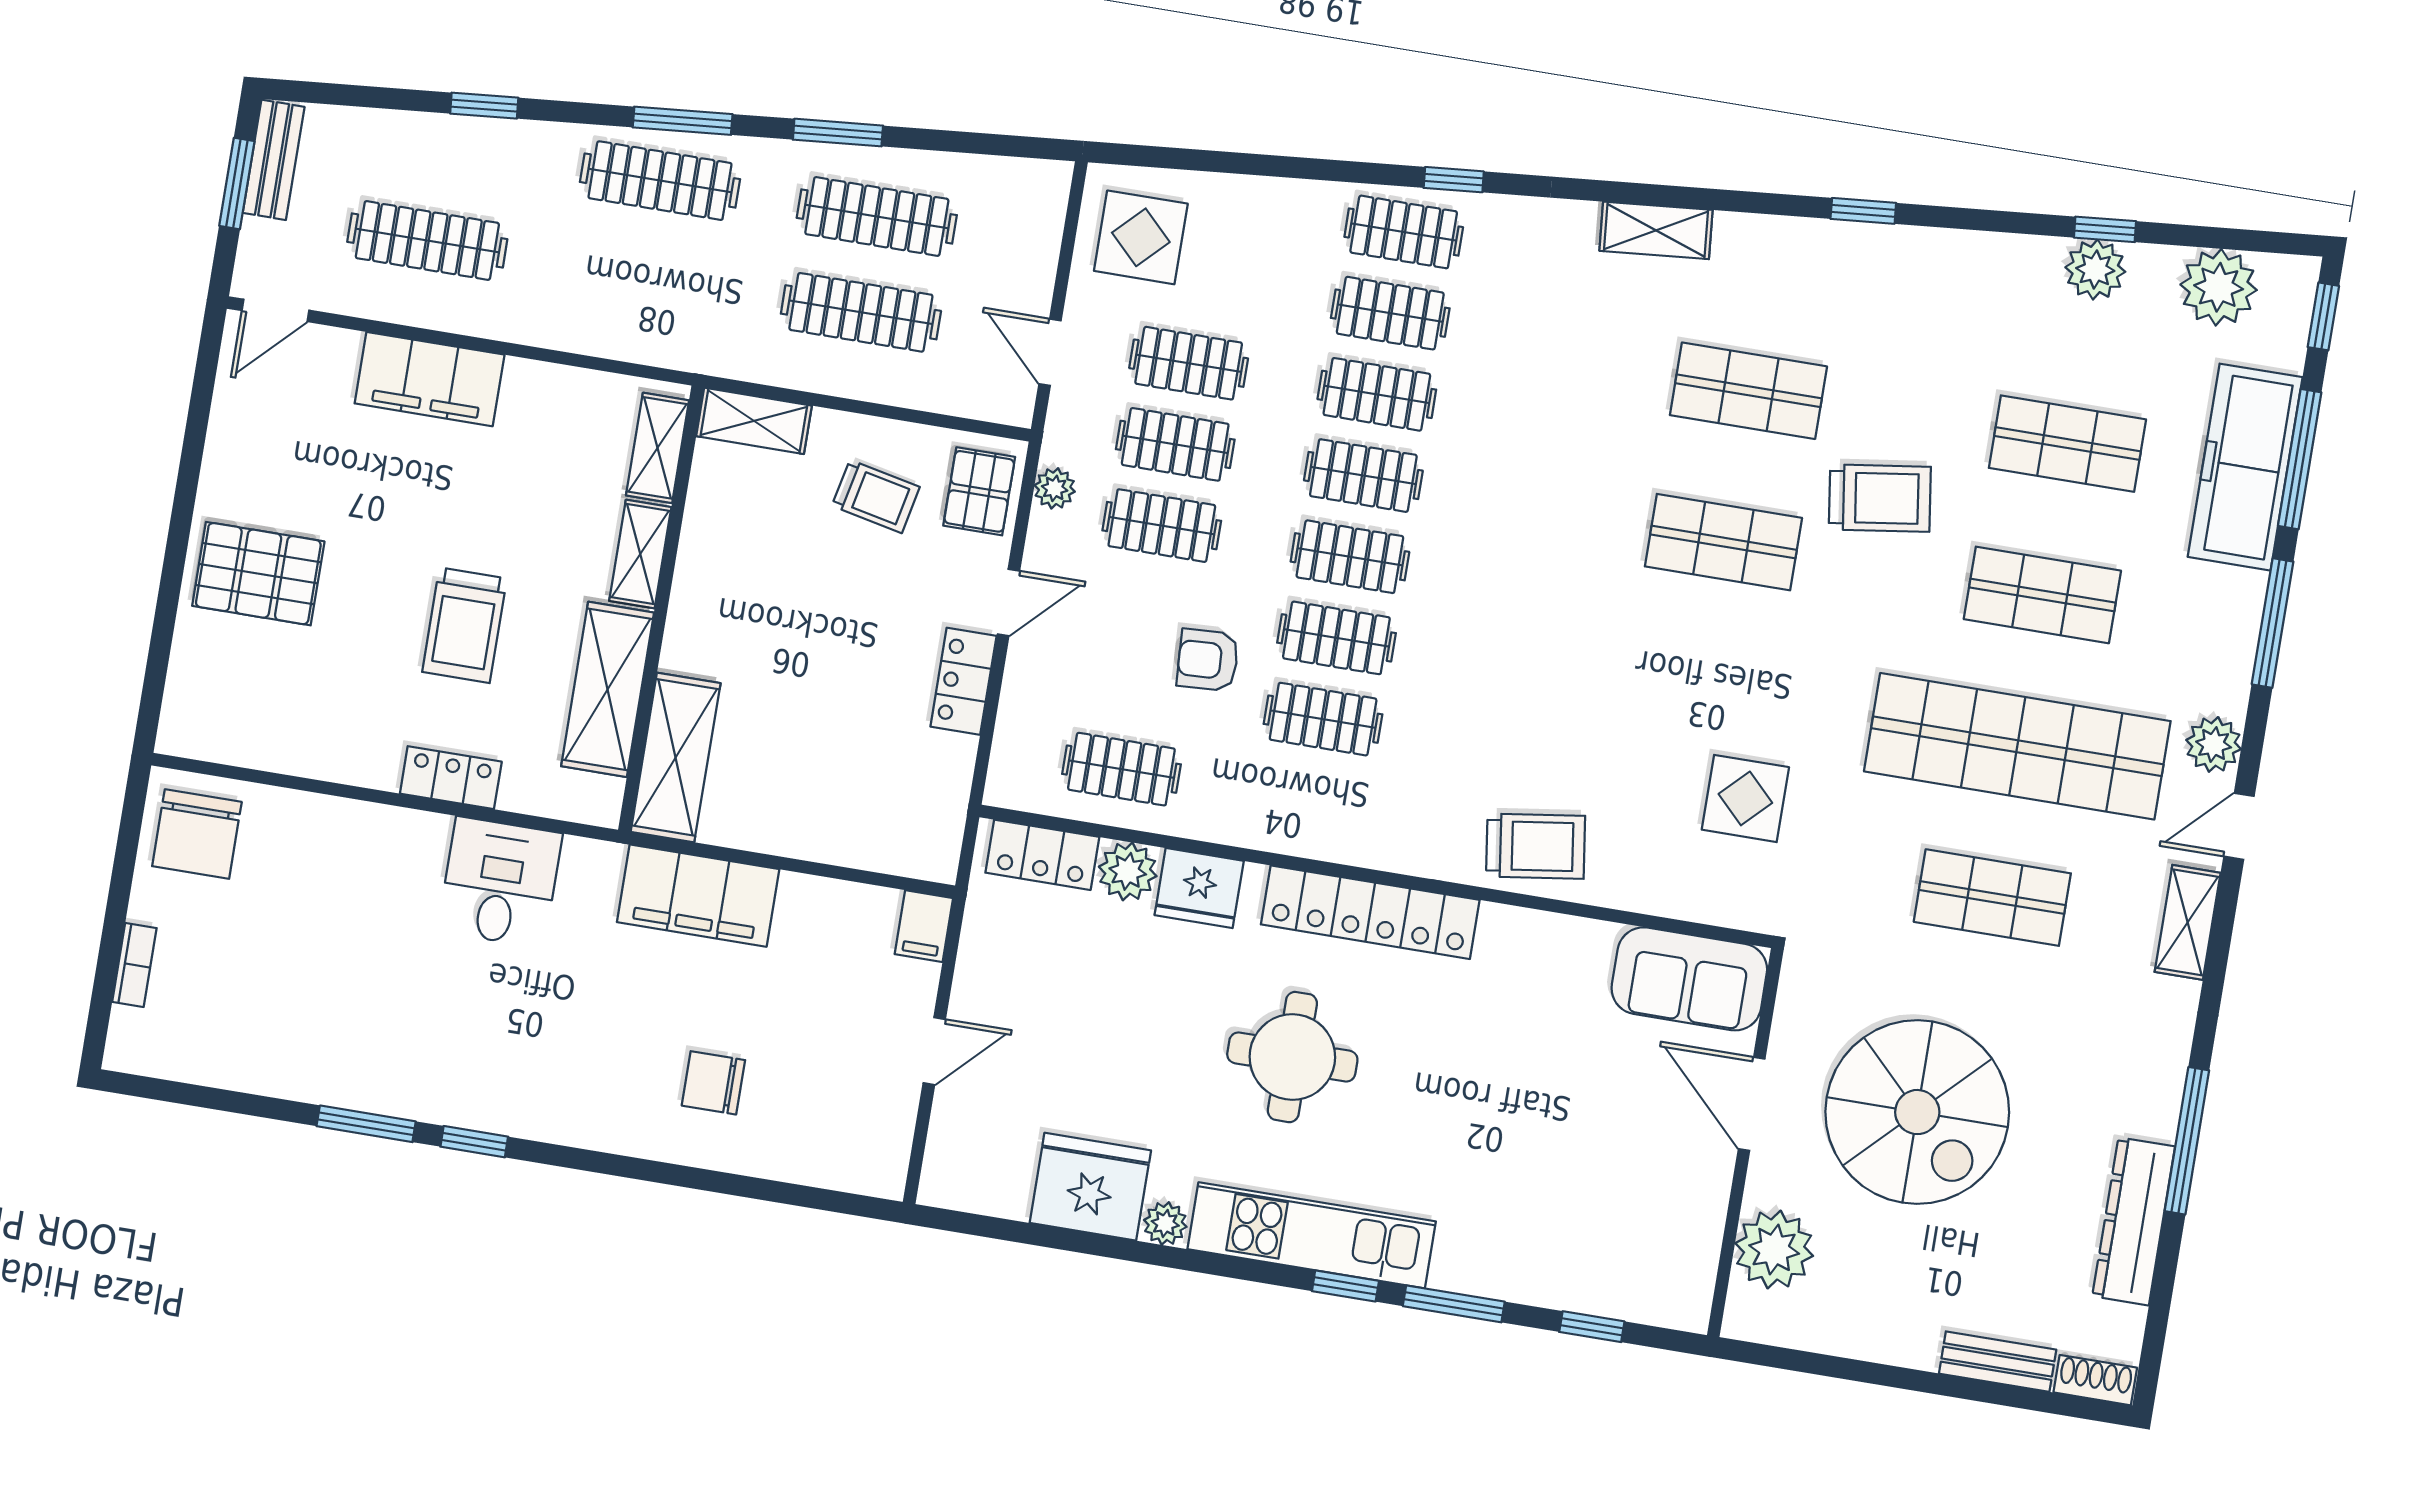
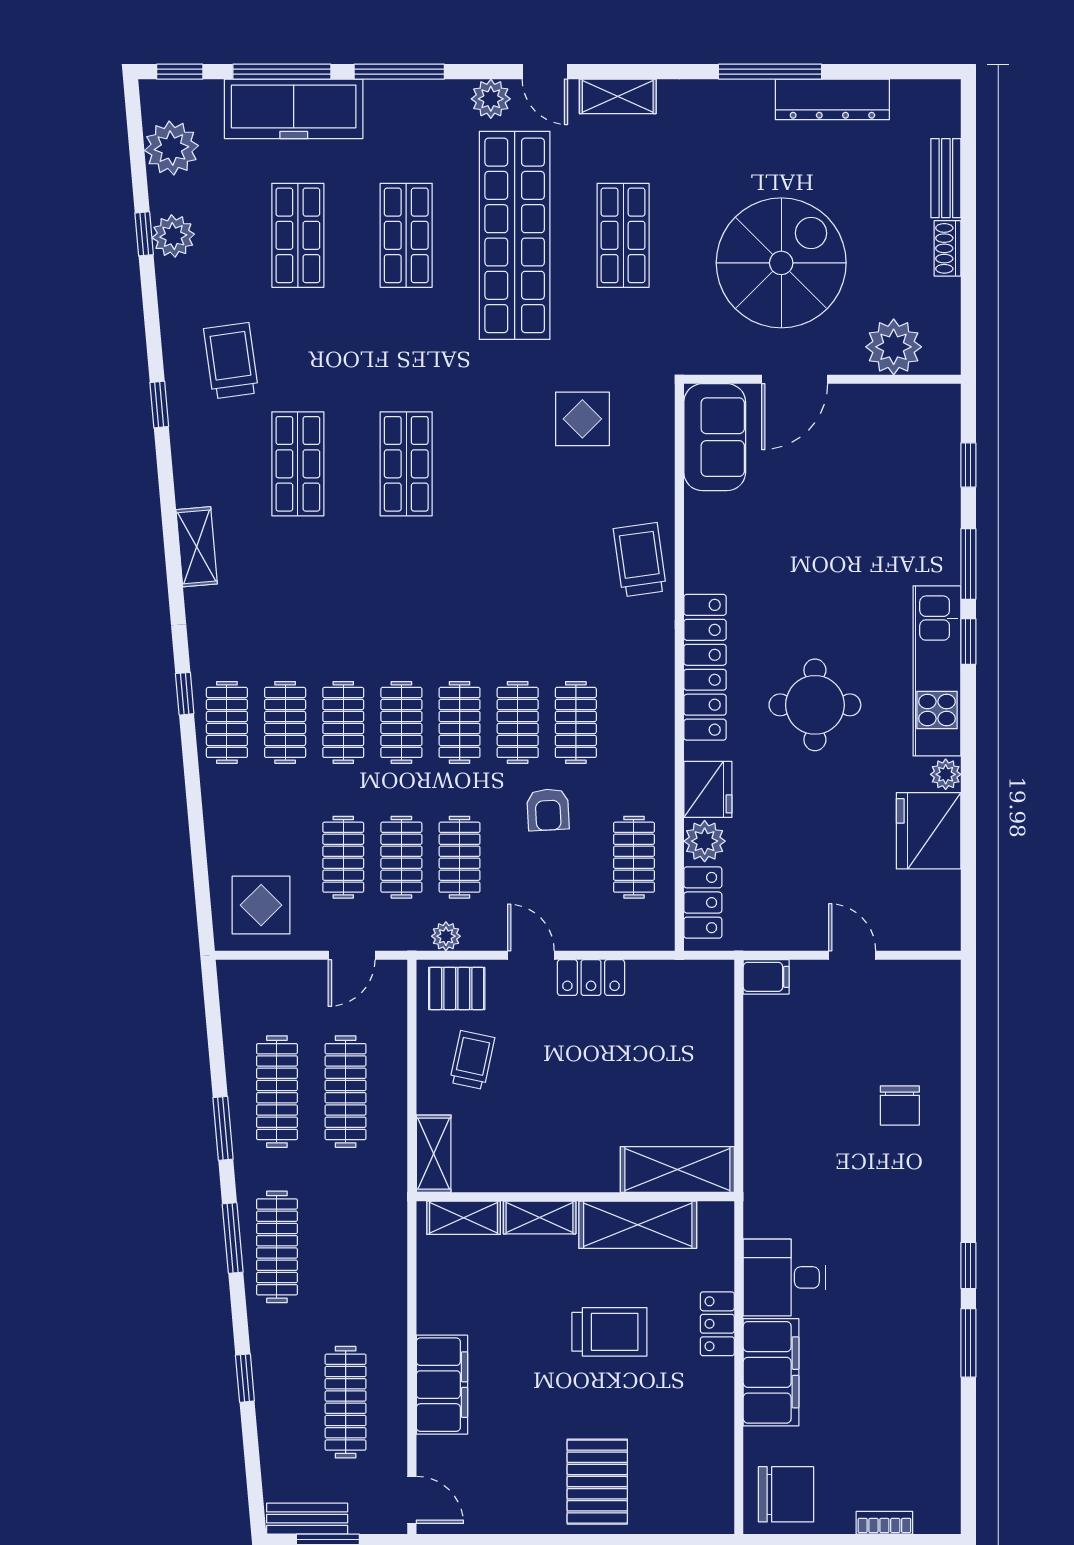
trolley: (1880, 498) -> (231, 361), moved
filing cabinet: (698, 896) -> (771, 1372), moved
shoe rack: (2095, 1380) -> (948, 248), moved

